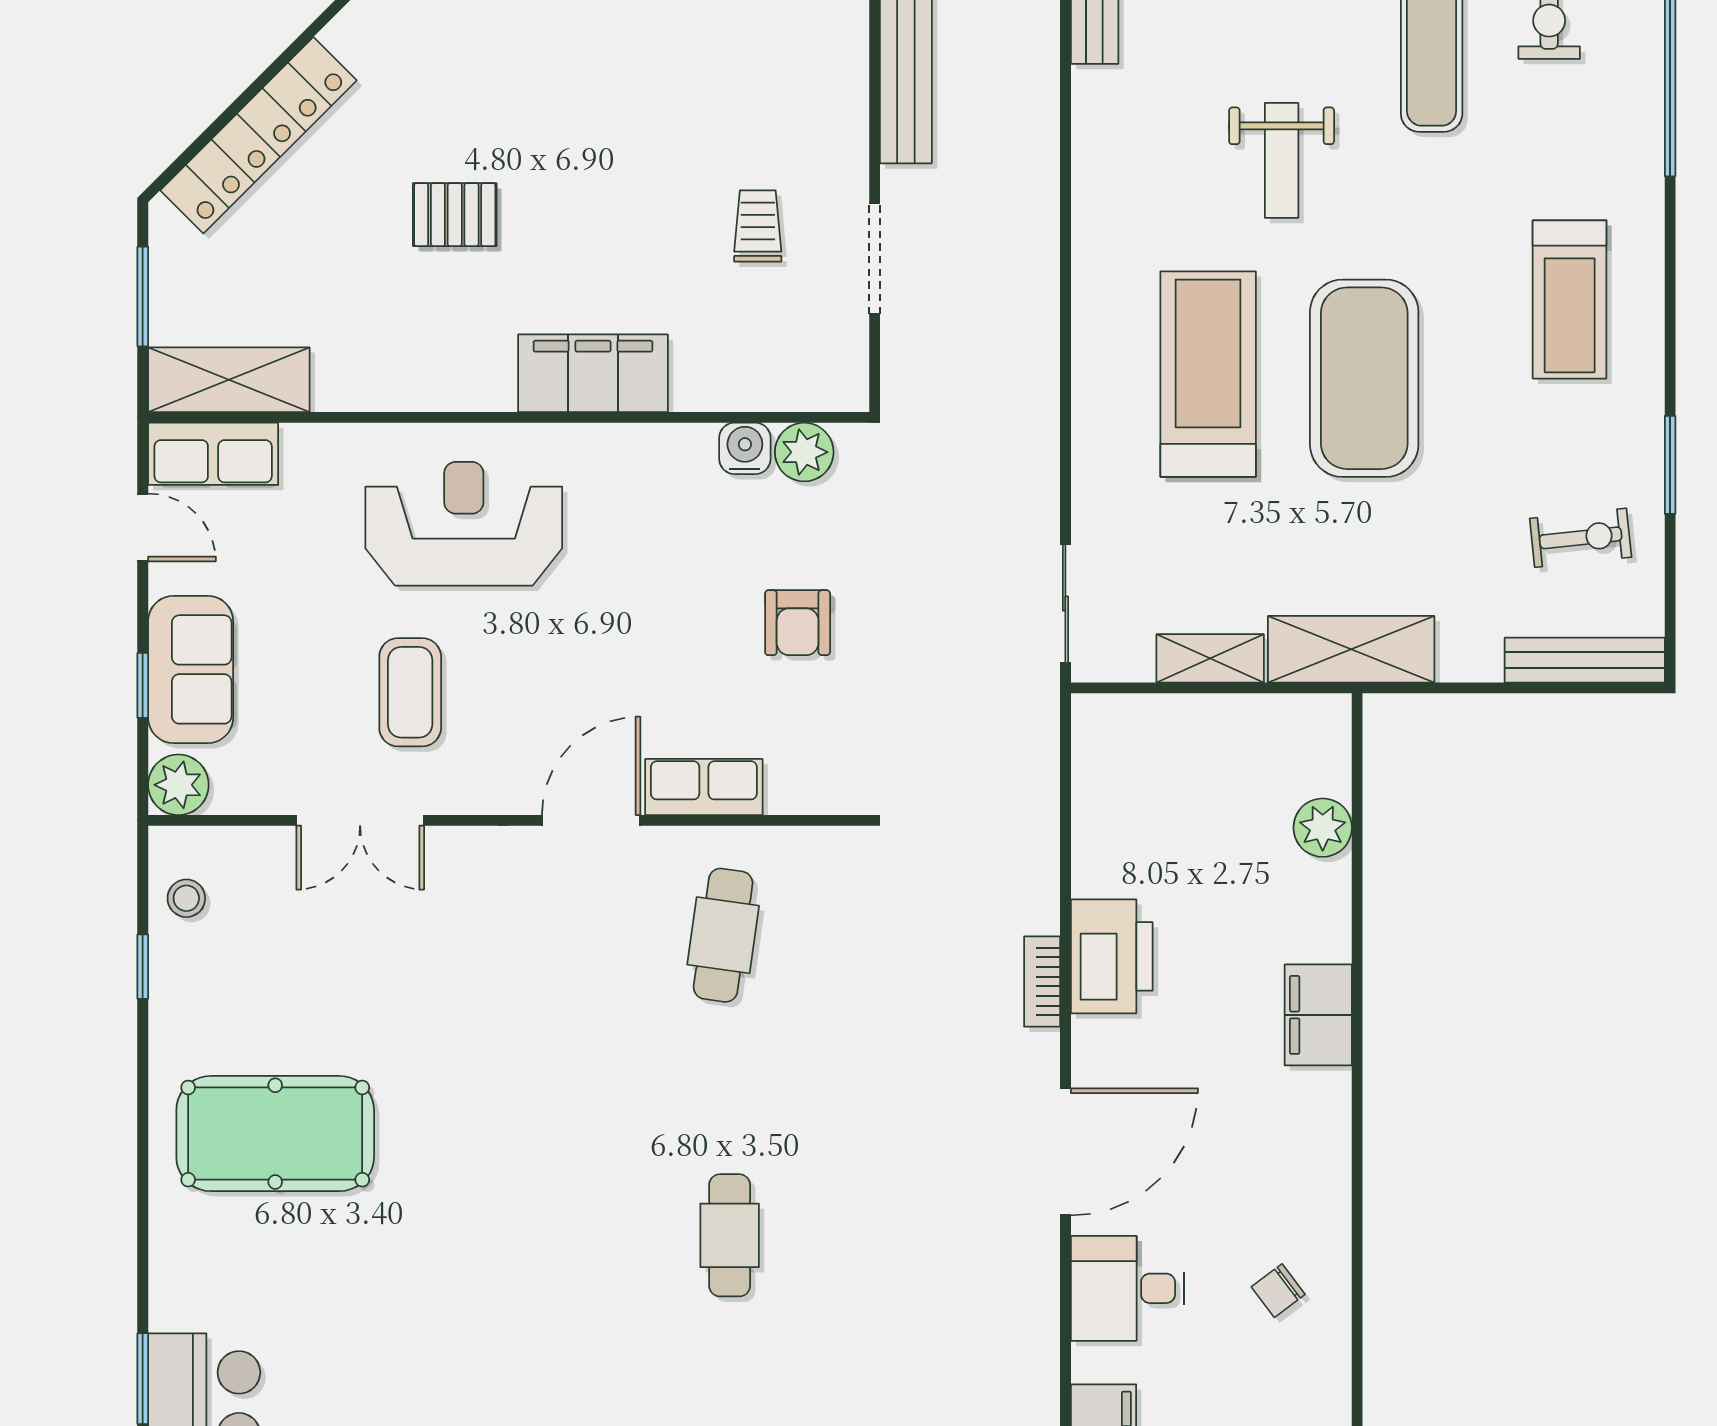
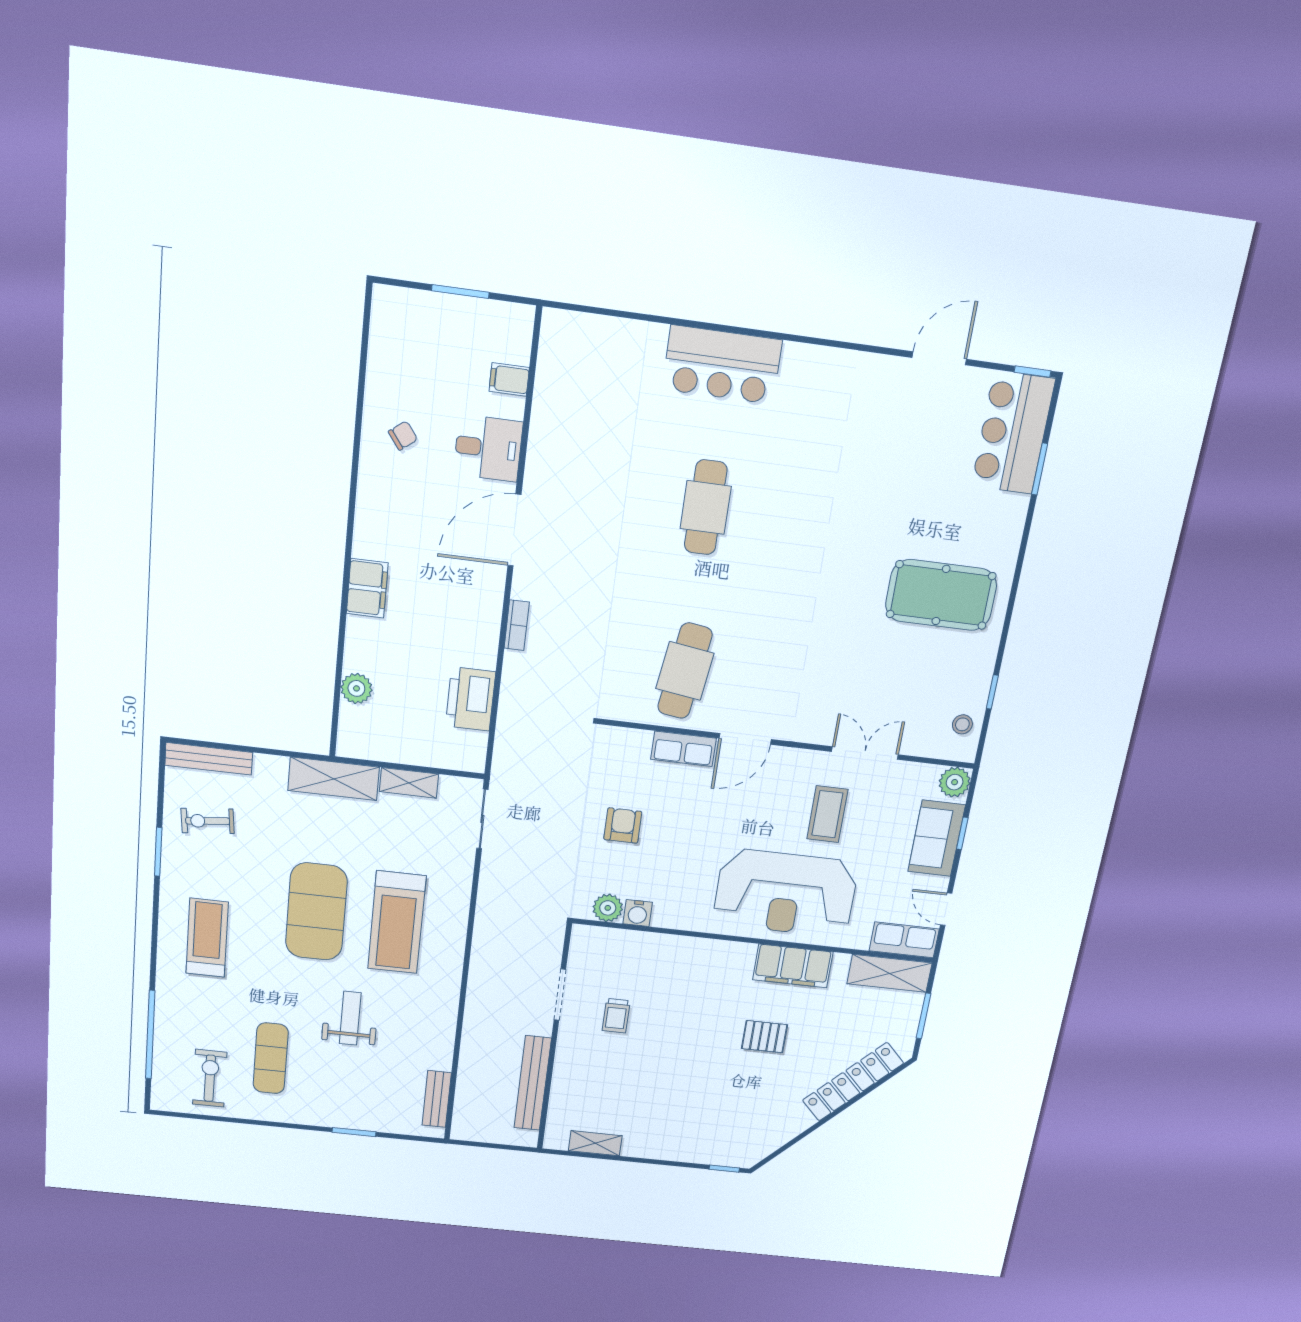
filing cabinet: (593, 373) -> (793, 966), moved
reception desk: (464, 524) -> (785, 893), width x1.36, depth x1.30
cafe table: (723, 935) -> (685, 671), width x1.37, depth x1.35
printer: (1112, 956) -> (471, 699), moved
cafe table: (730, 1235) -> (706, 507), width x1.37, depth x1.35

